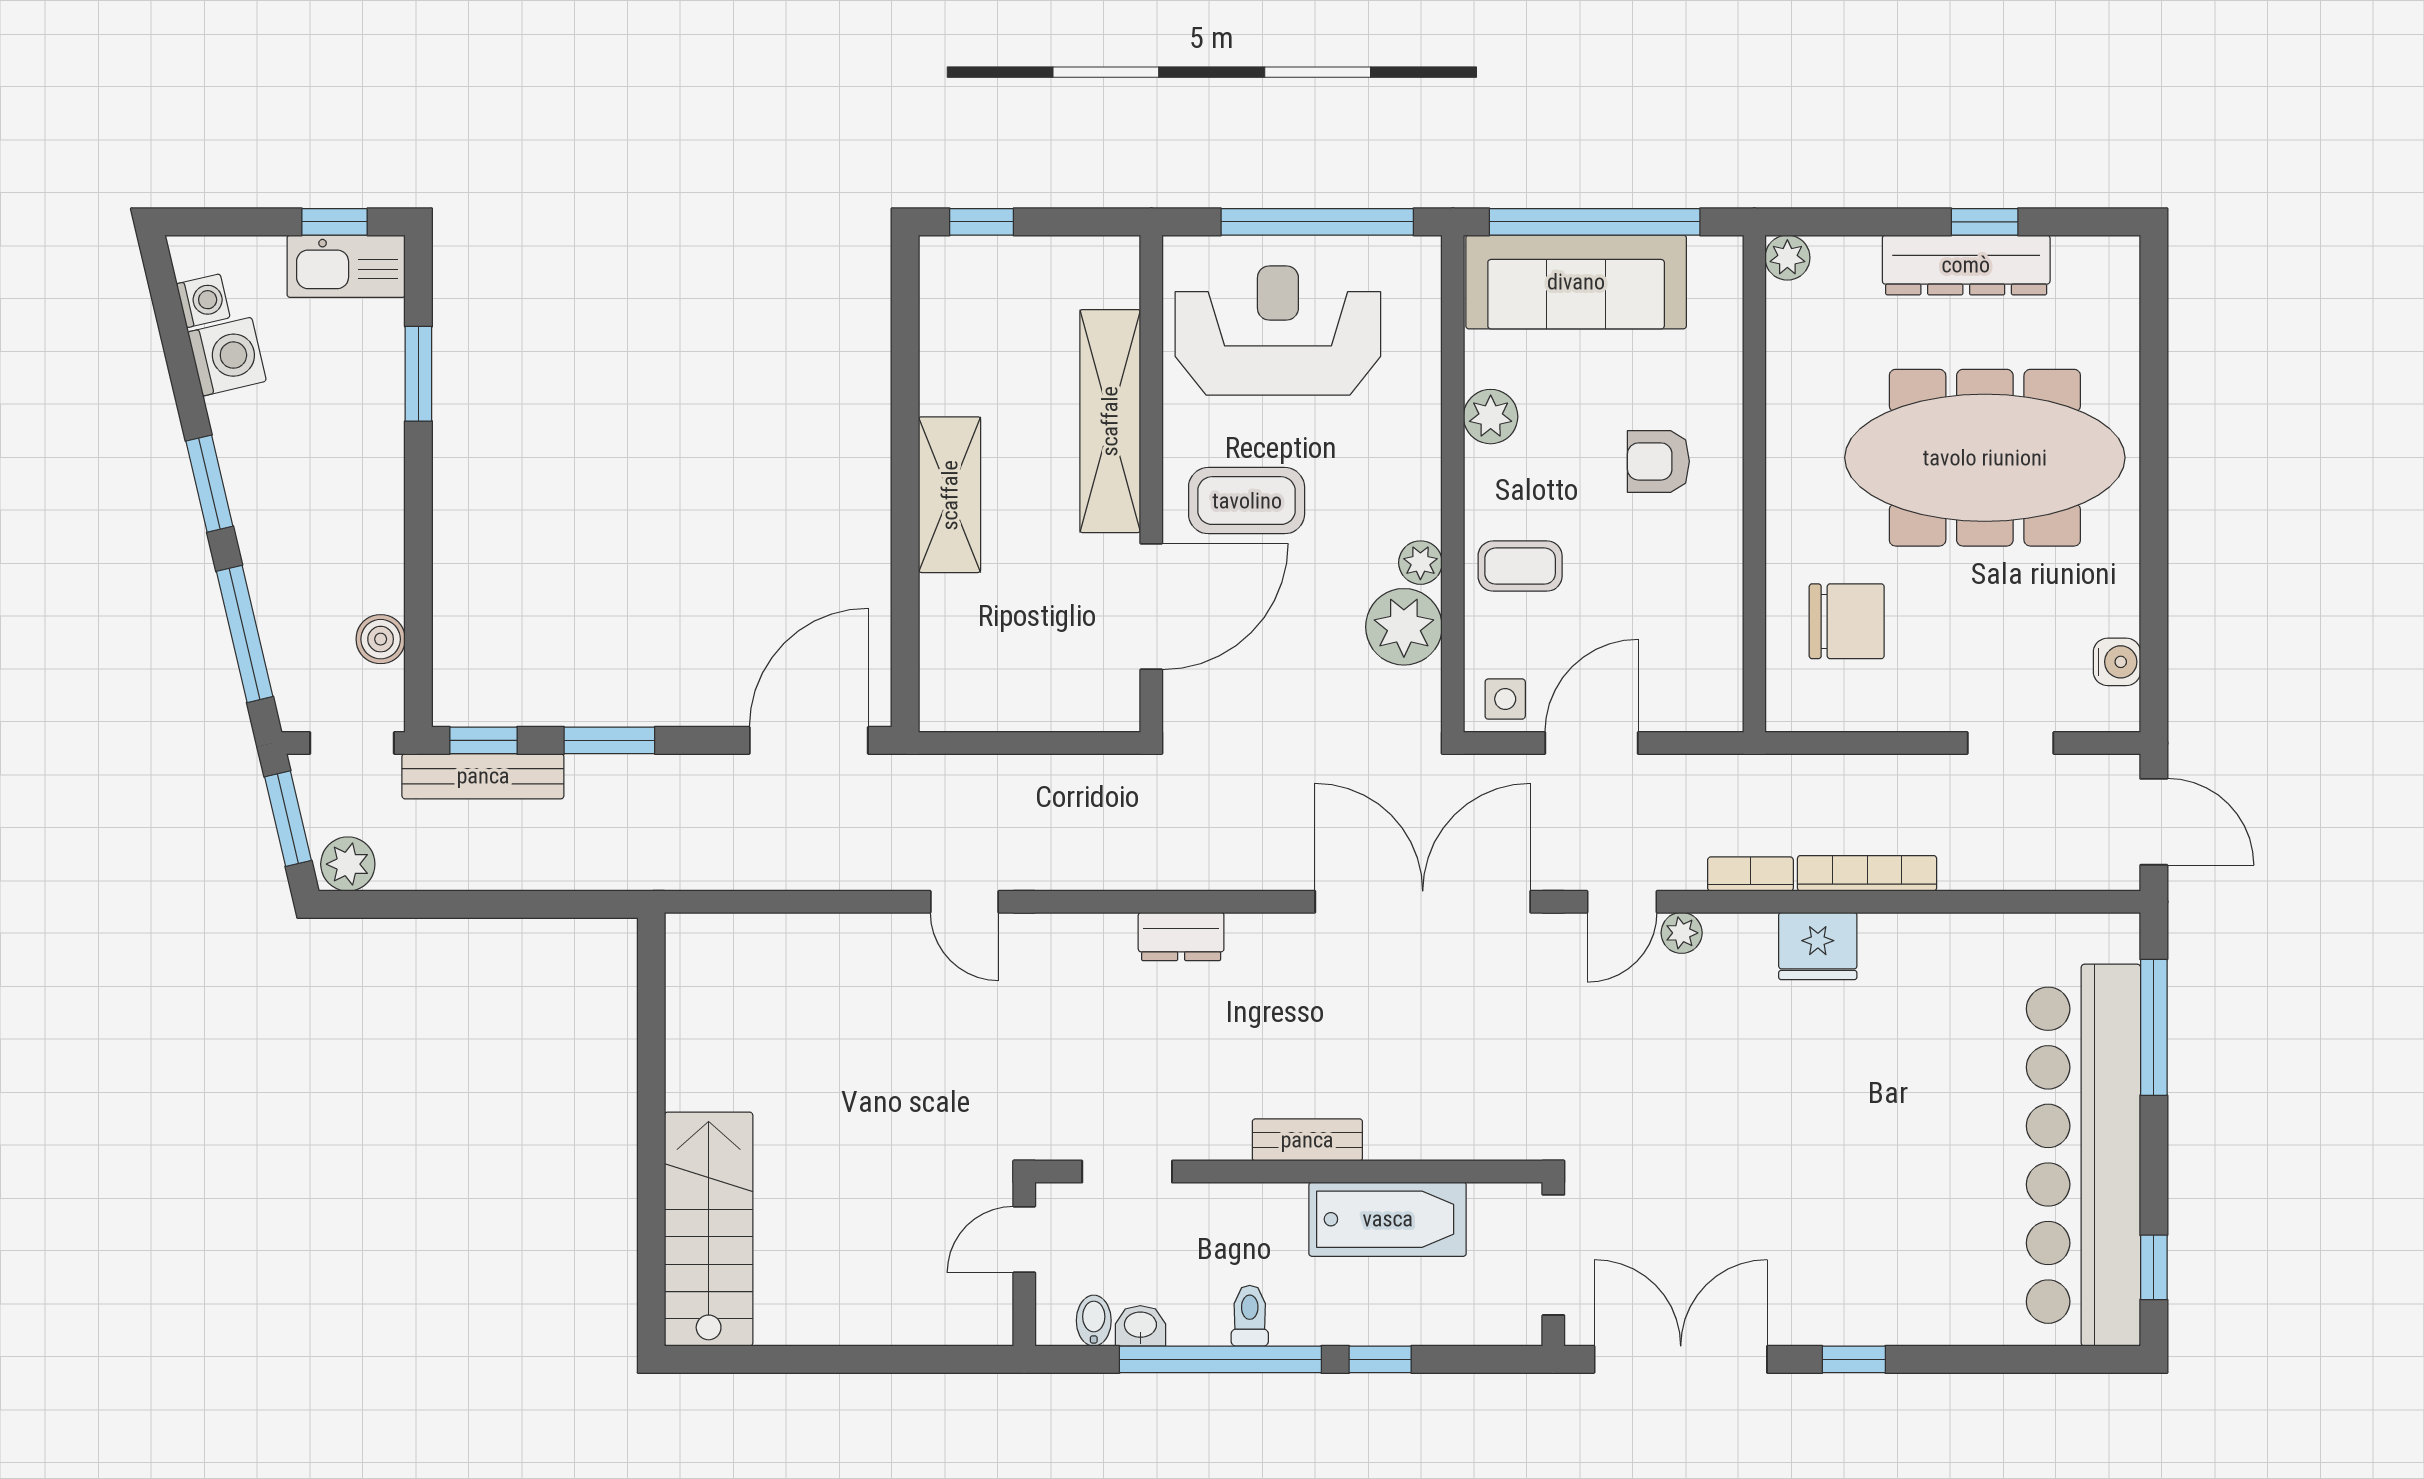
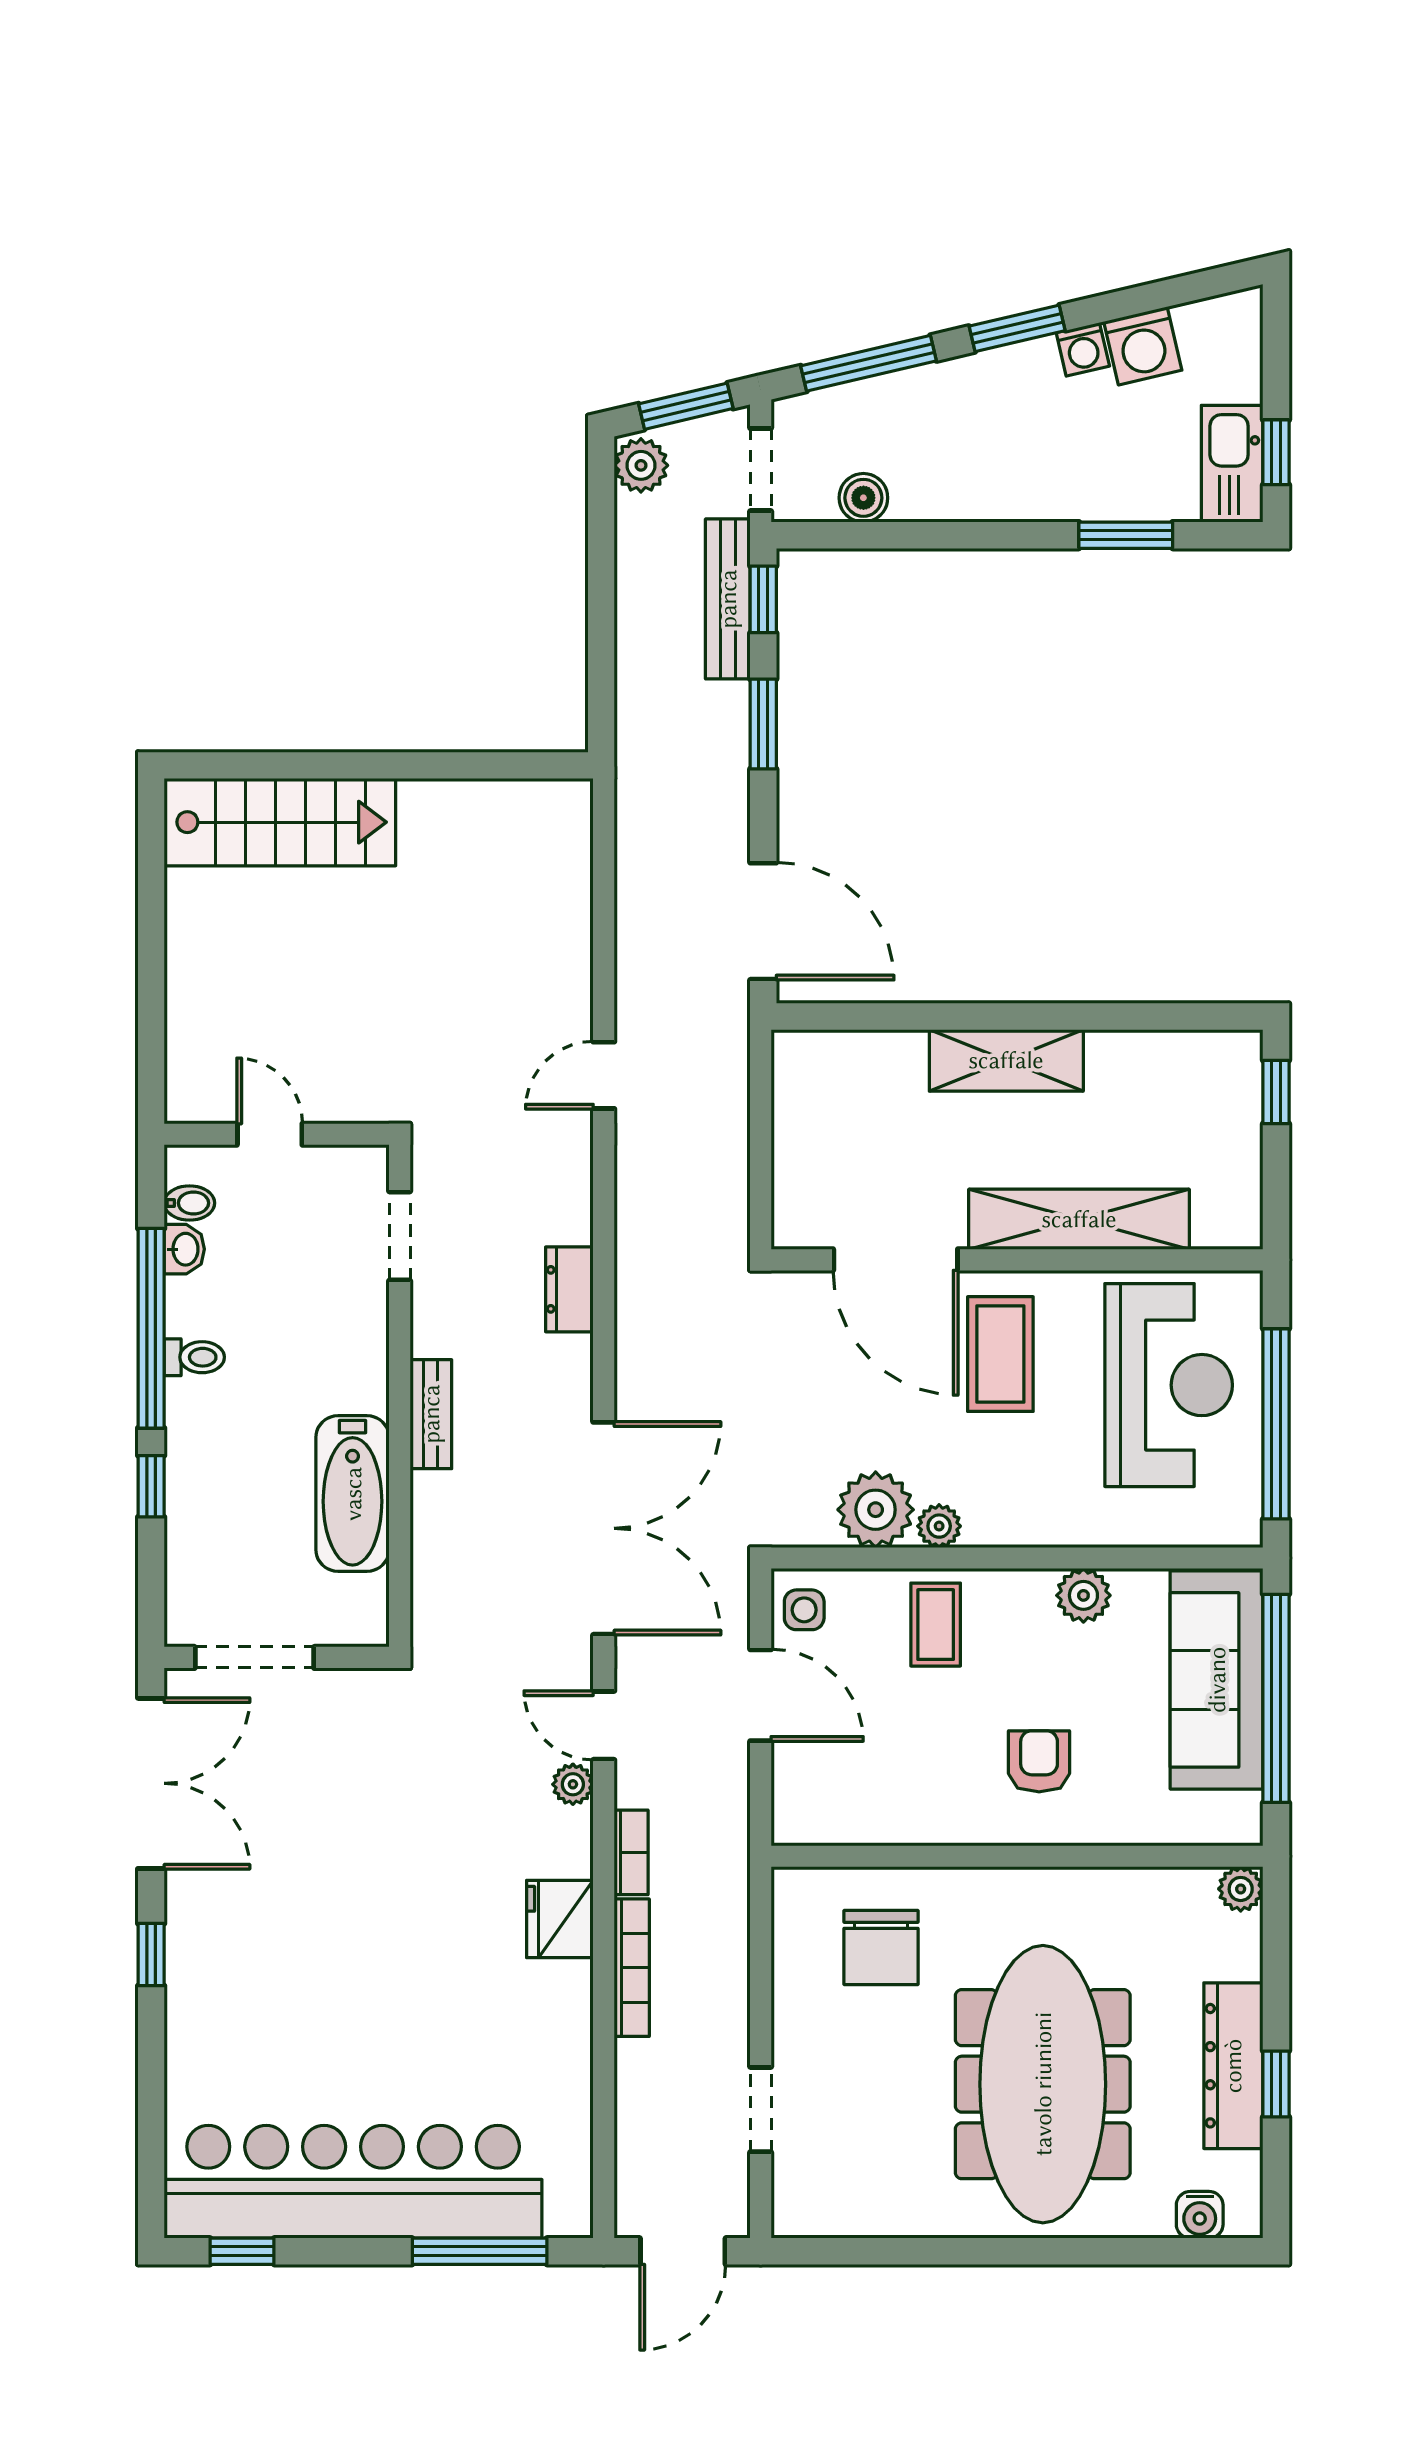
washing machine: (203, 301) -> (1083, 349), moved
water cooler: (2117, 662) -> (1200, 2215), moved
bench: (1307, 1140) -> (431, 1414), moved
doorway: (1127, 1172) -> (400, 1236), moved
wall: (1289, 1172) -> (400, 1396), moved
bathtub: (1388, 1219) -> (353, 1494), moved

